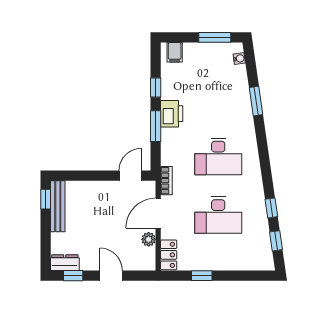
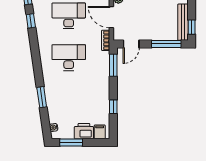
printer: (172, 114) -> (84, 131), moved, turned 90
window: (156, 126) -> (113, 65), moved
window: (81, 176) -> (166, 44), added
door: (158, 213) -> (111, 17), swing flipped

